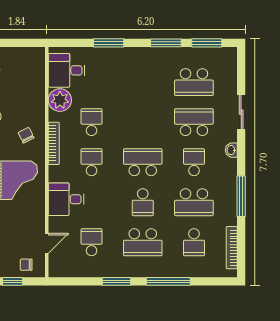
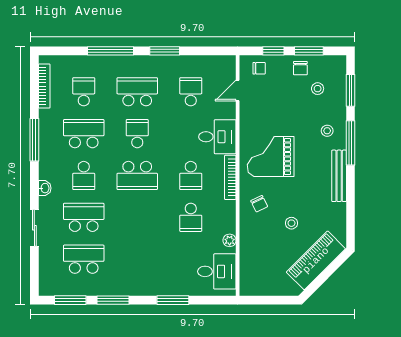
plant: (60, 100) -> (230, 240), width x0.53, depth x0.53
school desk: (194, 122) -> (84, 217), turned 180
bookcase: (54, 143) -> (230, 177), moved
school desk: (92, 242) -> (191, 92), turned 180

